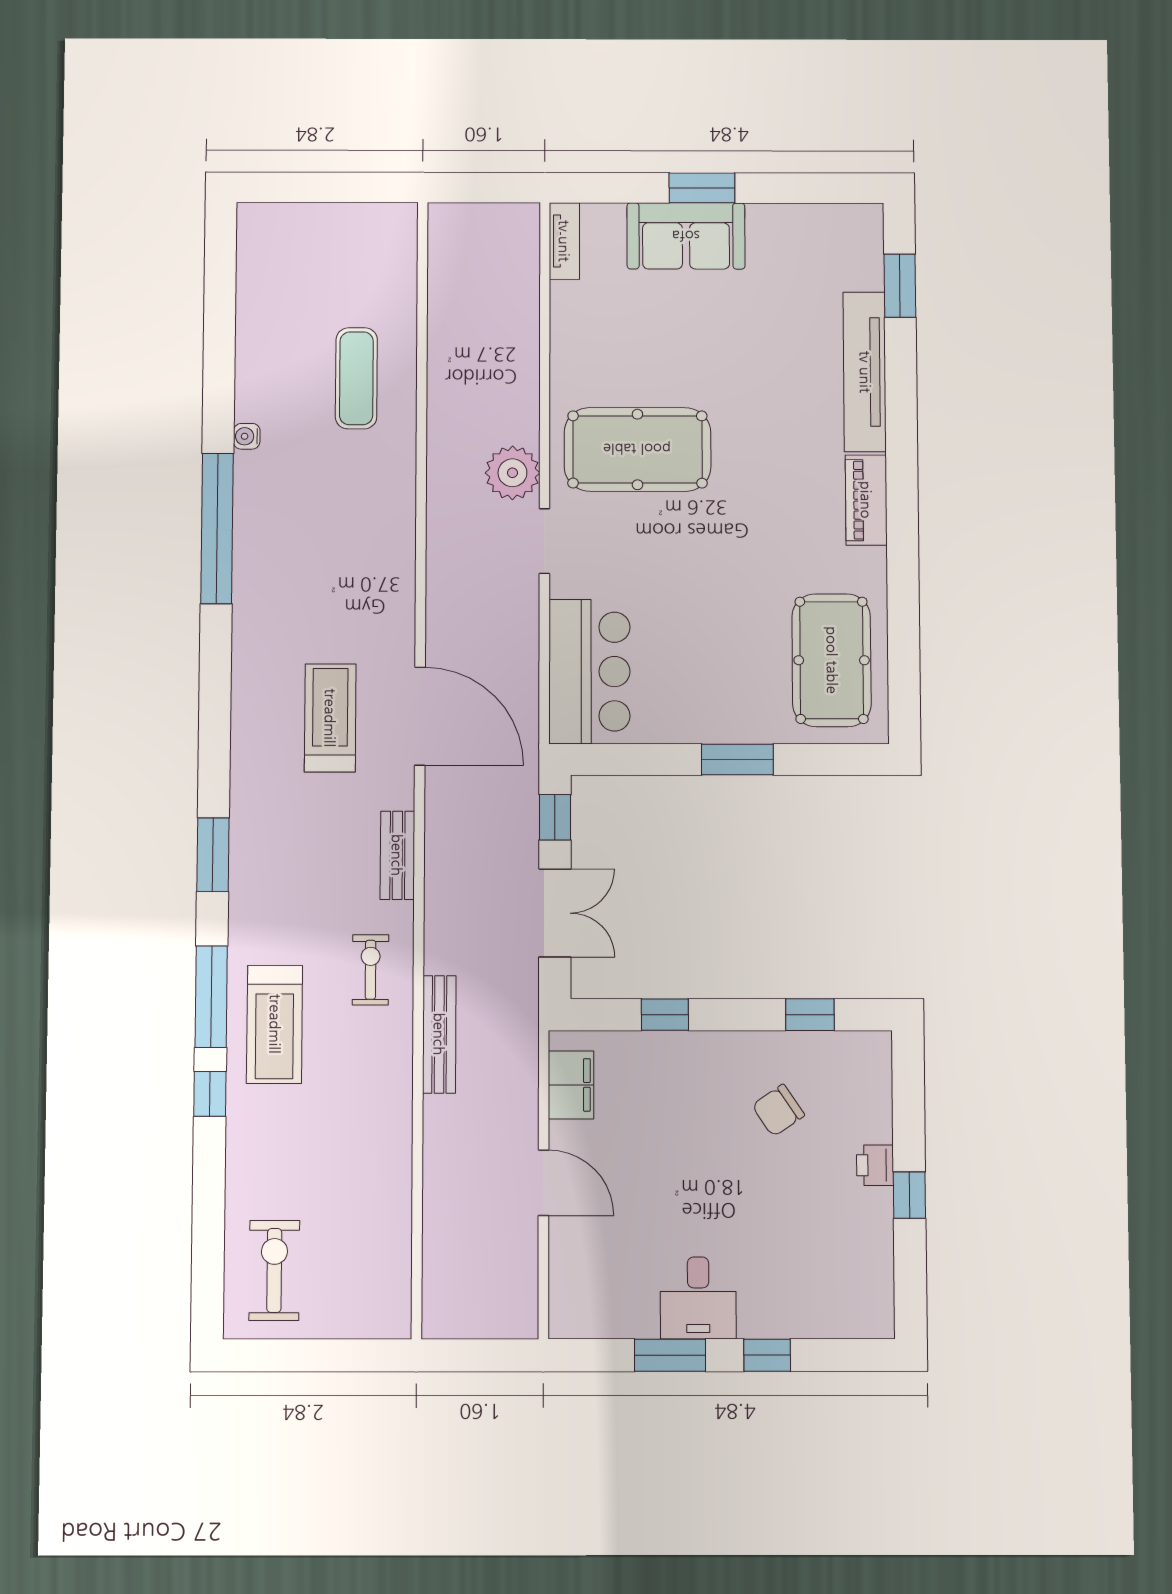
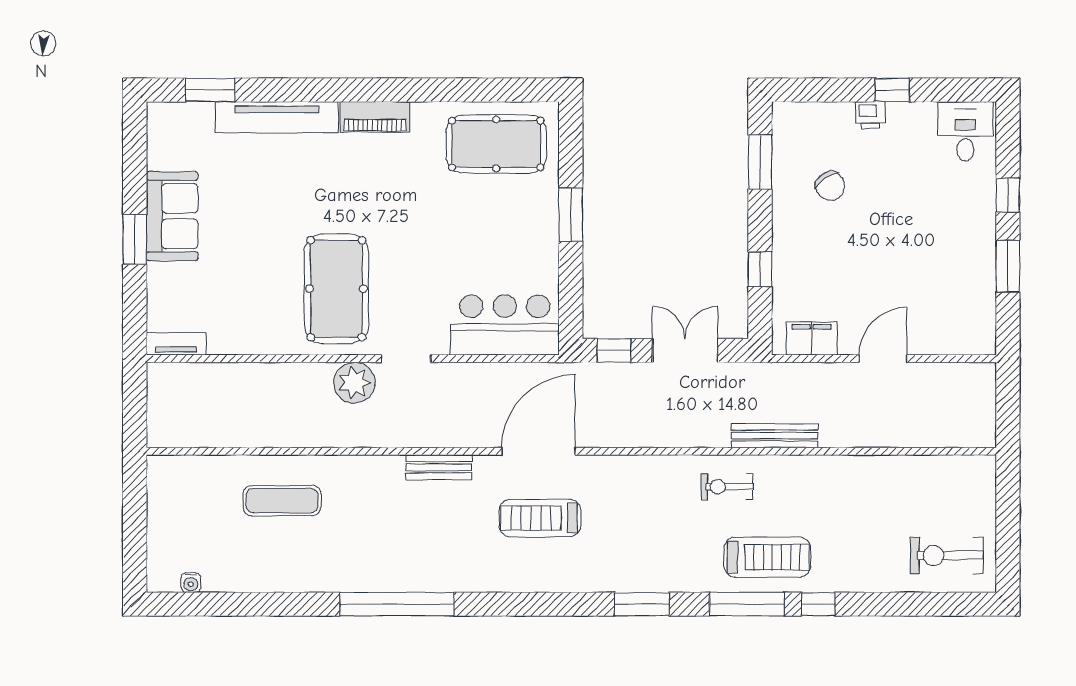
sofa: (686, 236) -> (172, 216), moved
water cooler: (247, 436) -> (191, 583), moved
bench: (397, 855) -> (439, 467), moved
window: (810, 1015) -> (760, 162), width x1.50
desk: (698, 1298) -> (965, 131), moved, turned -90

